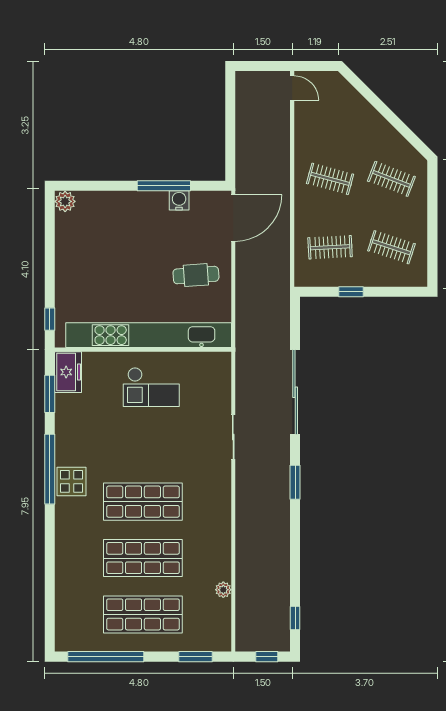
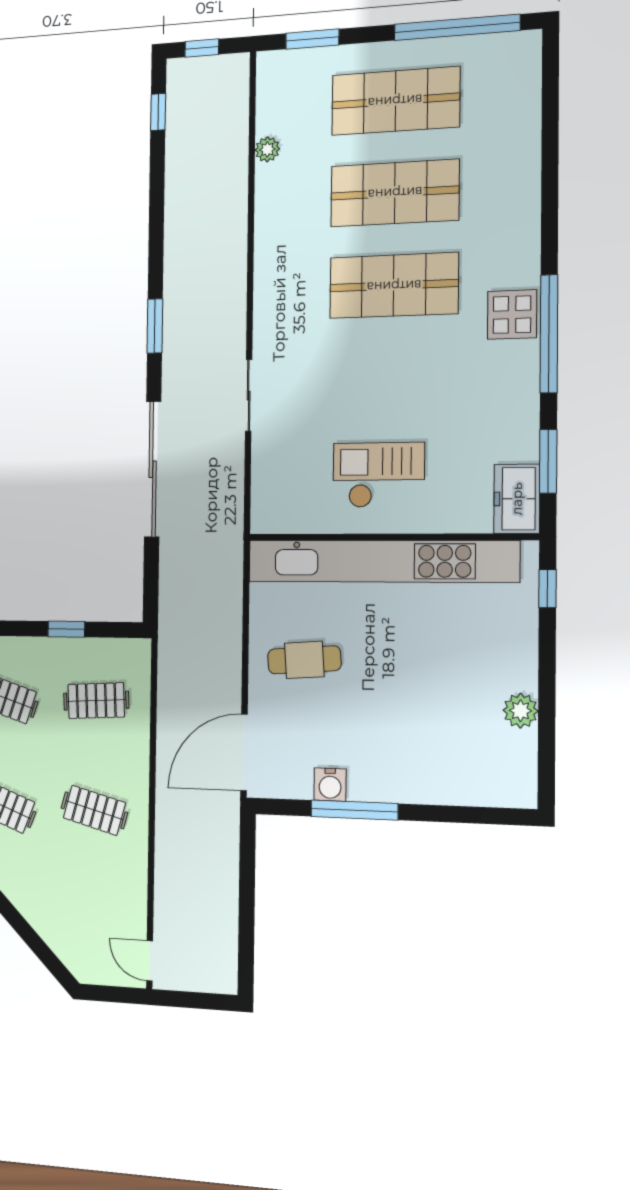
plant: (65, 201) -> (520, 711), moved

